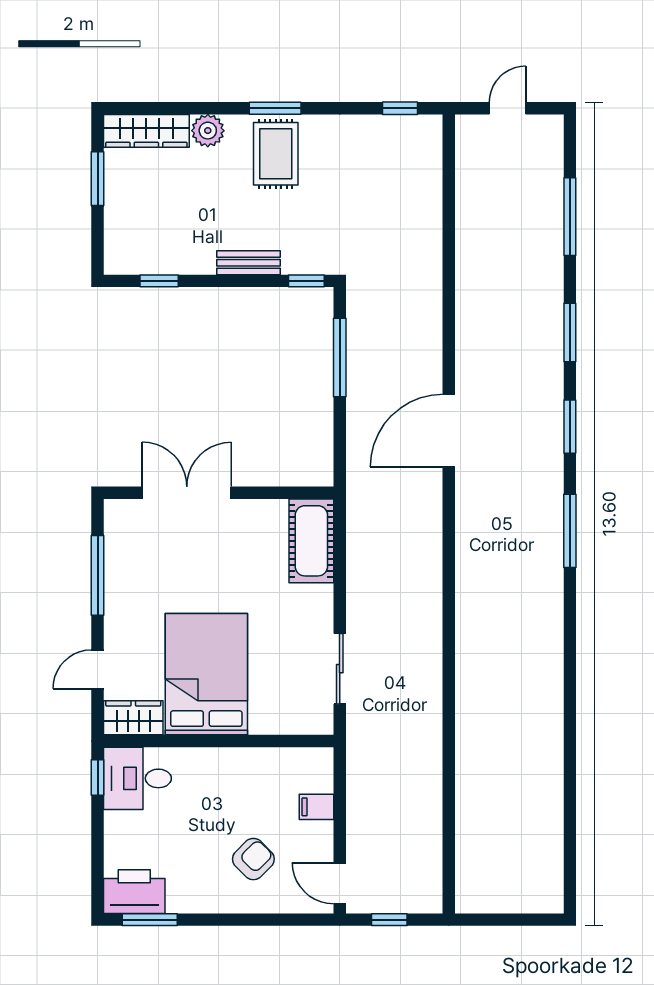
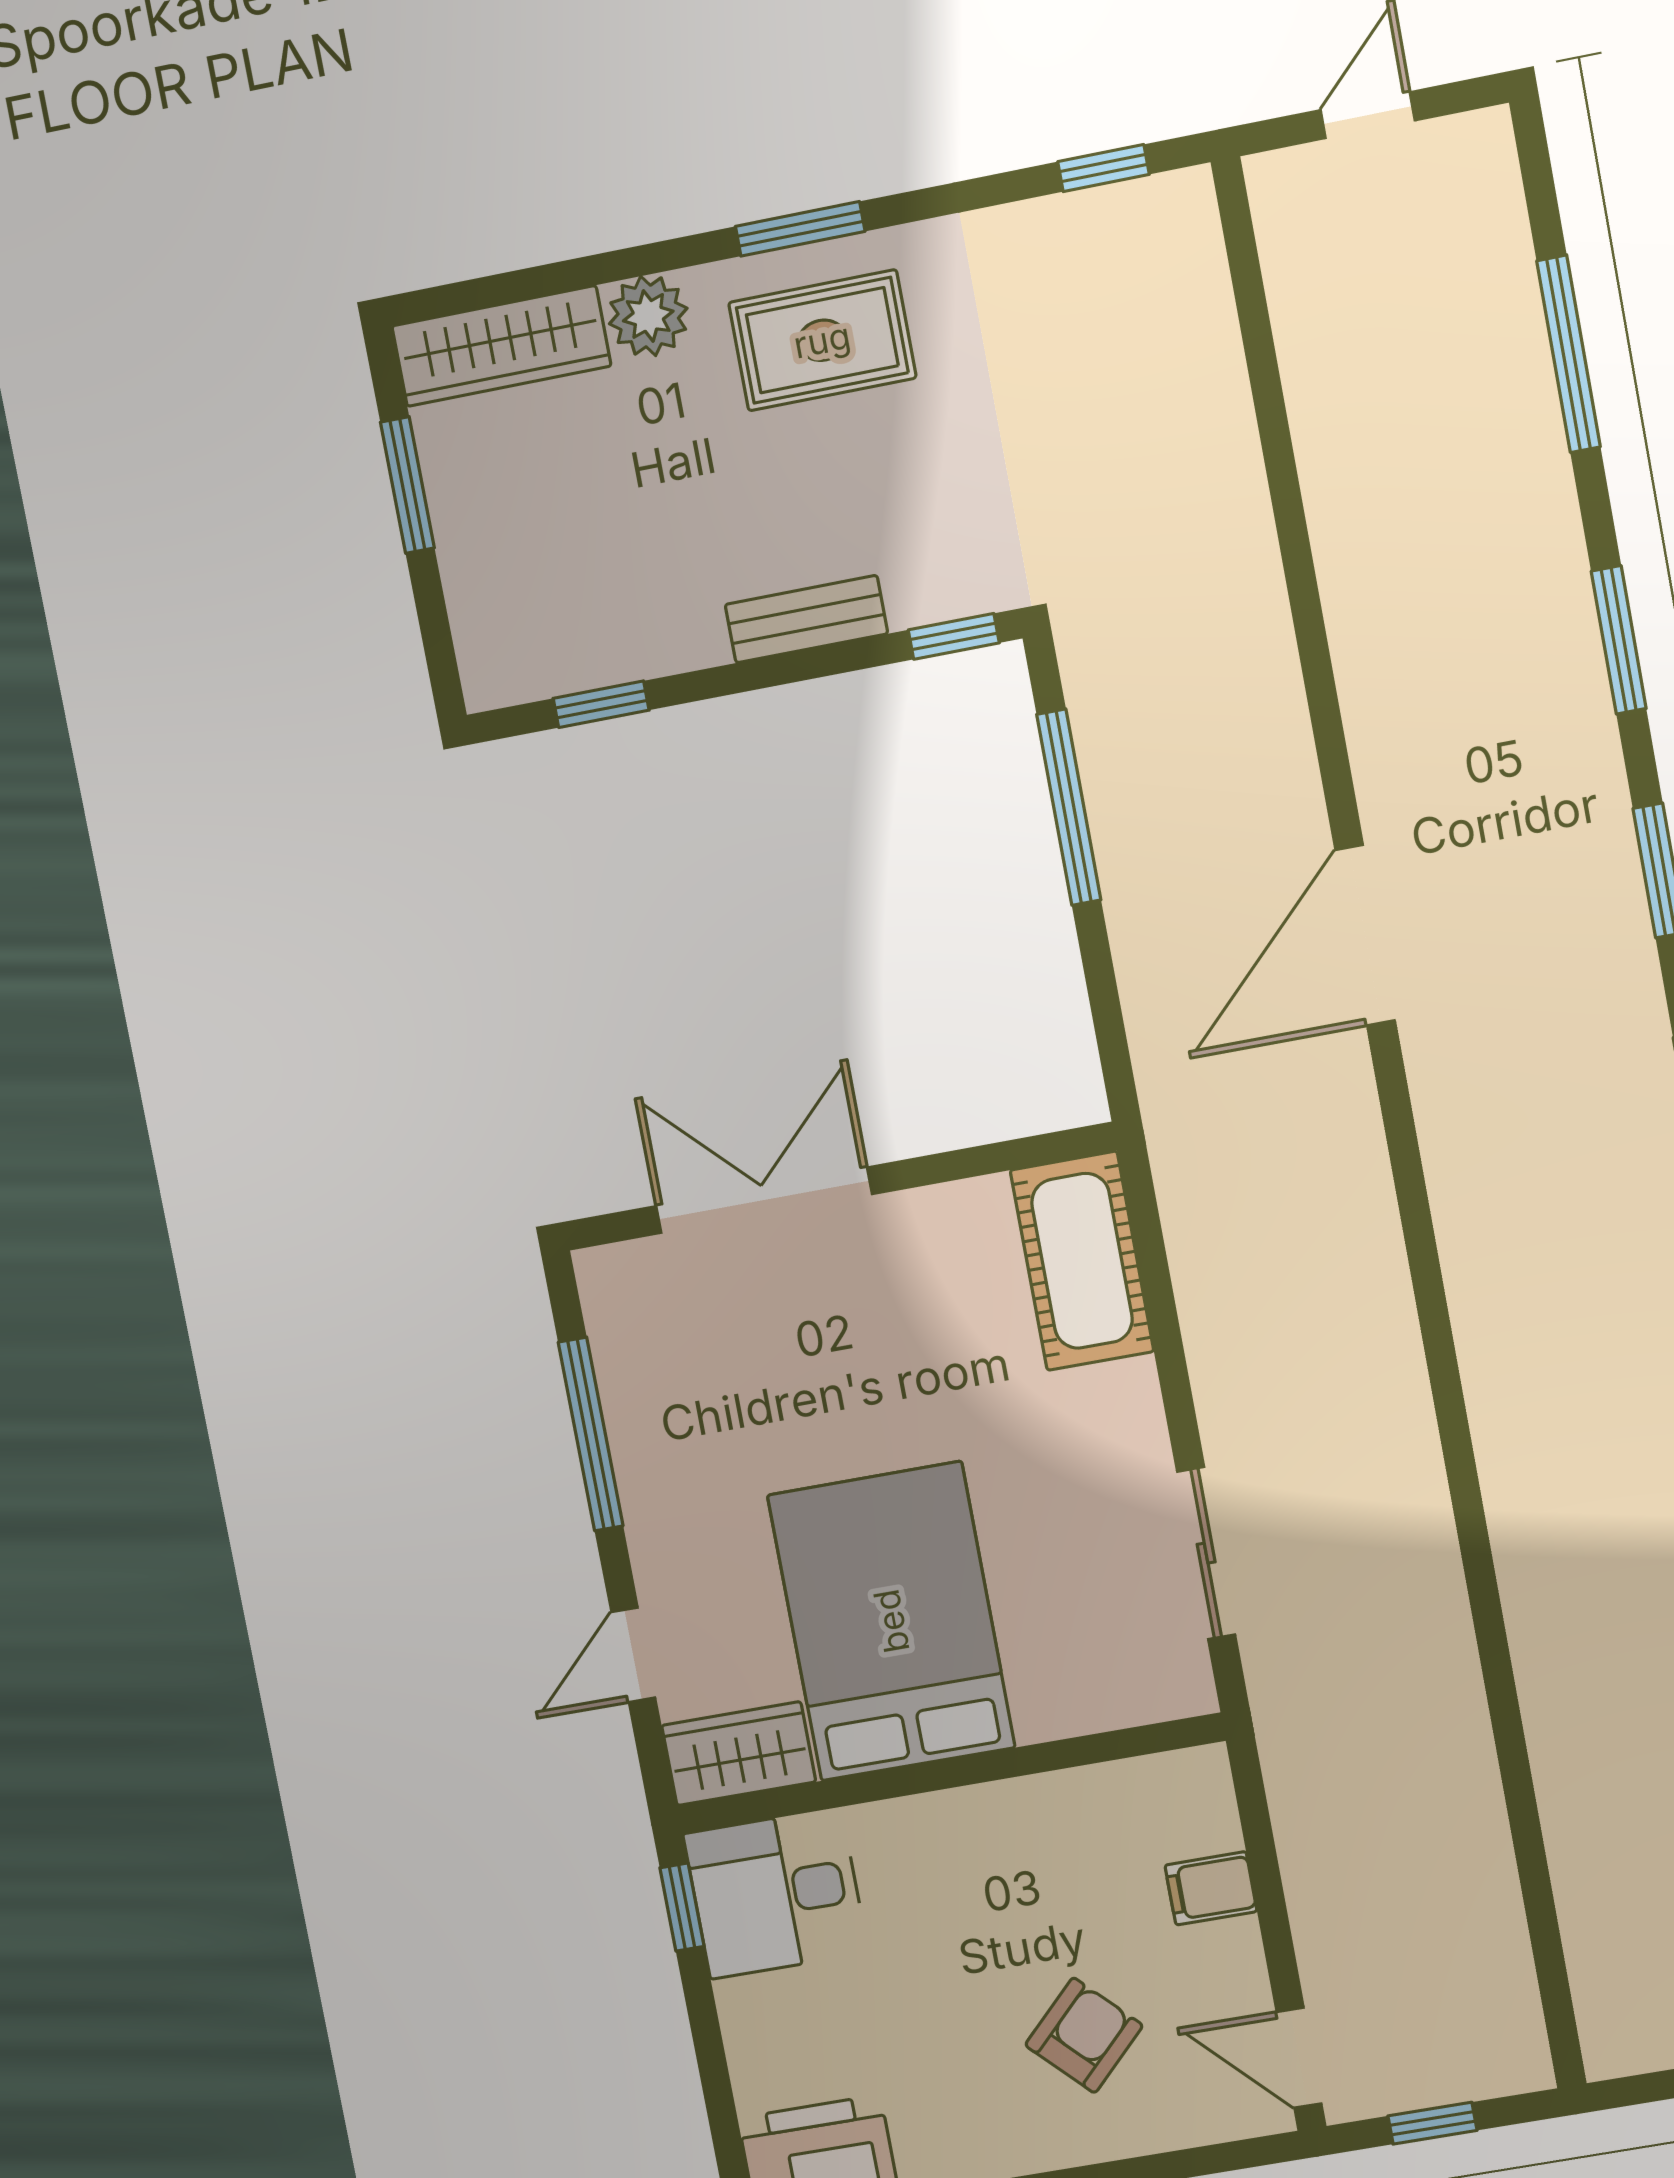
rug: (276, 154) -> (822, 340), turned 90

